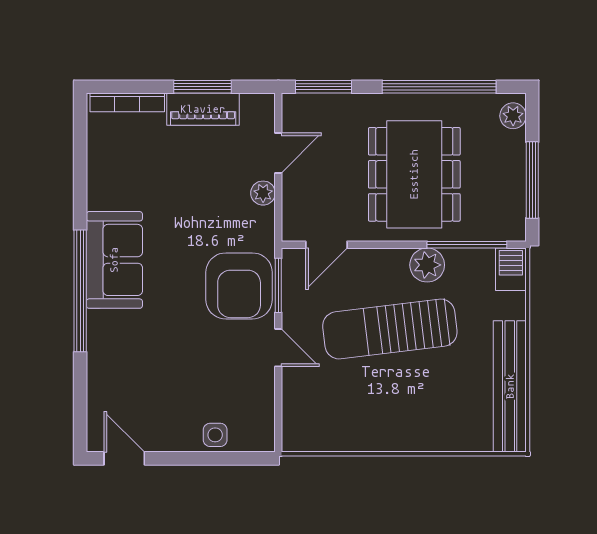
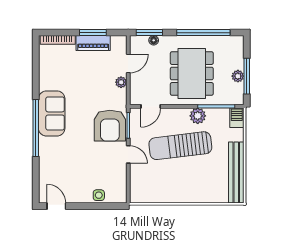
floor lamp: (333, 103) -> (154, 40), added
plant: (513, 116) -> (238, 76), moved

